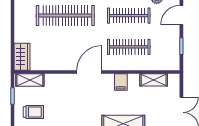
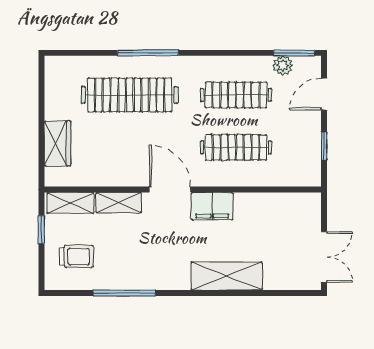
wardrobe: (22, 57) -> (57, 143), moved
door: (89, 72) -> (170, 189), hinge flipped
shelving: (154, 80) -> (119, 203), moved
filing cabinet: (121, 82) -> (212, 206), width x2.00

